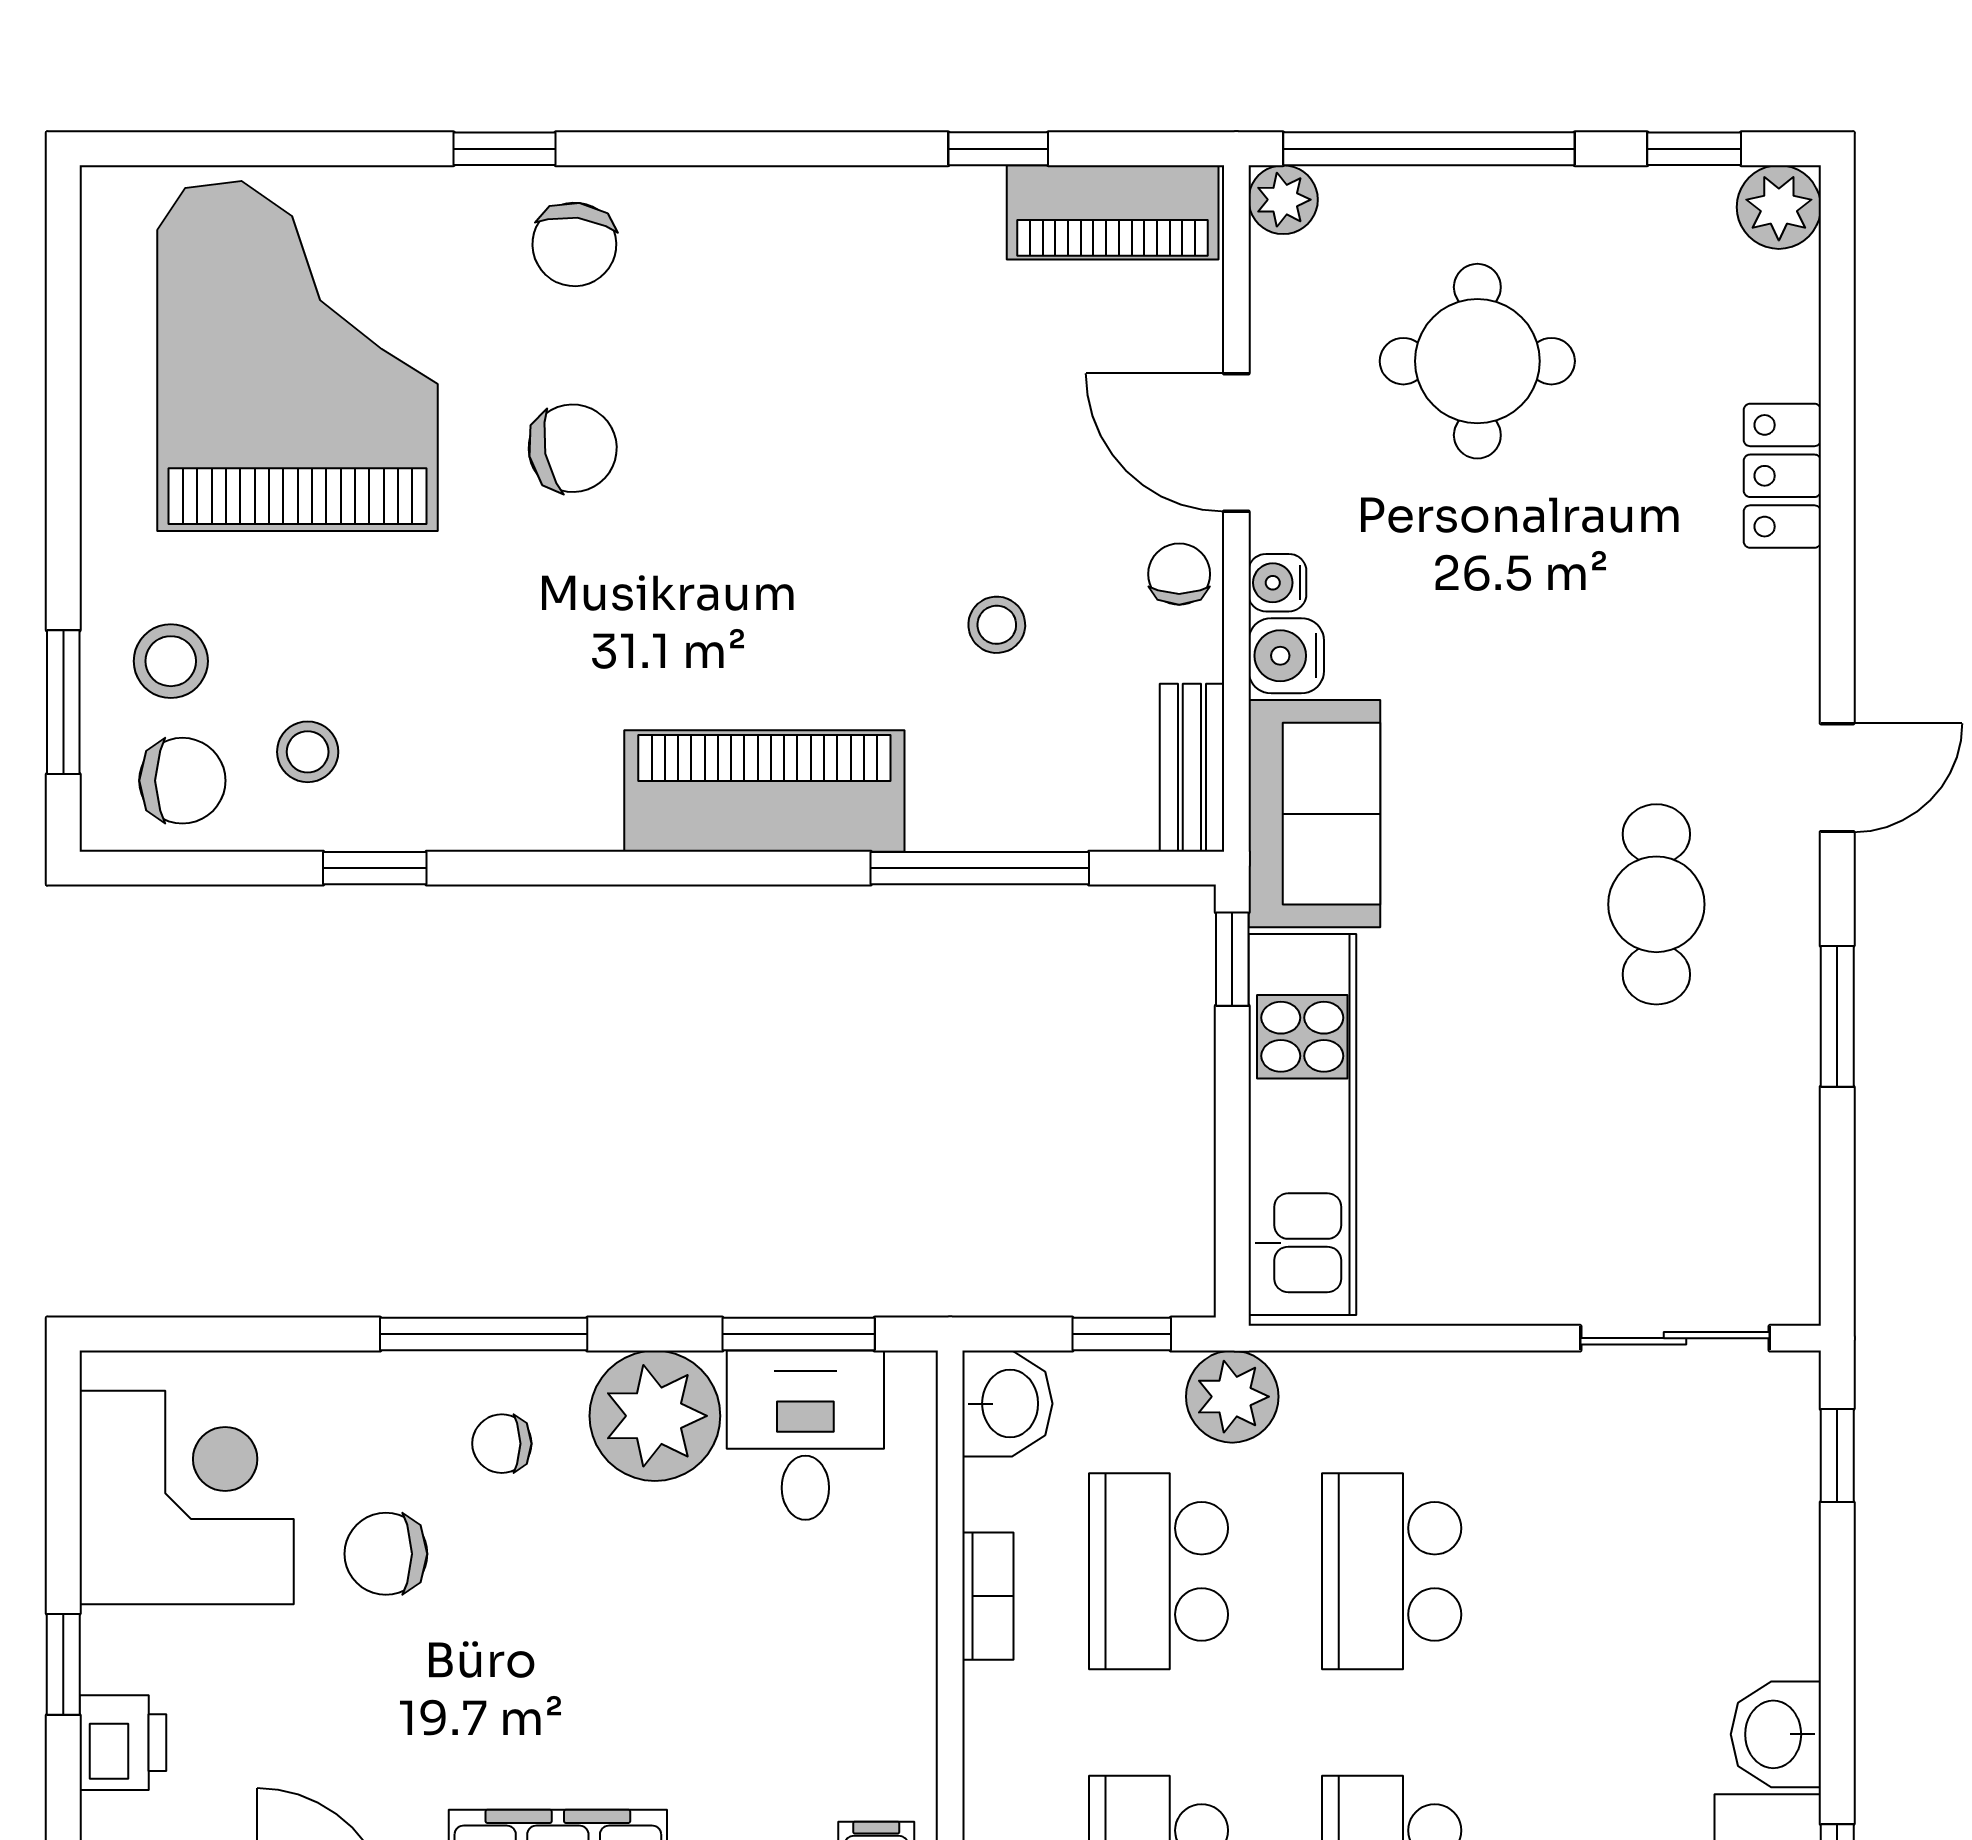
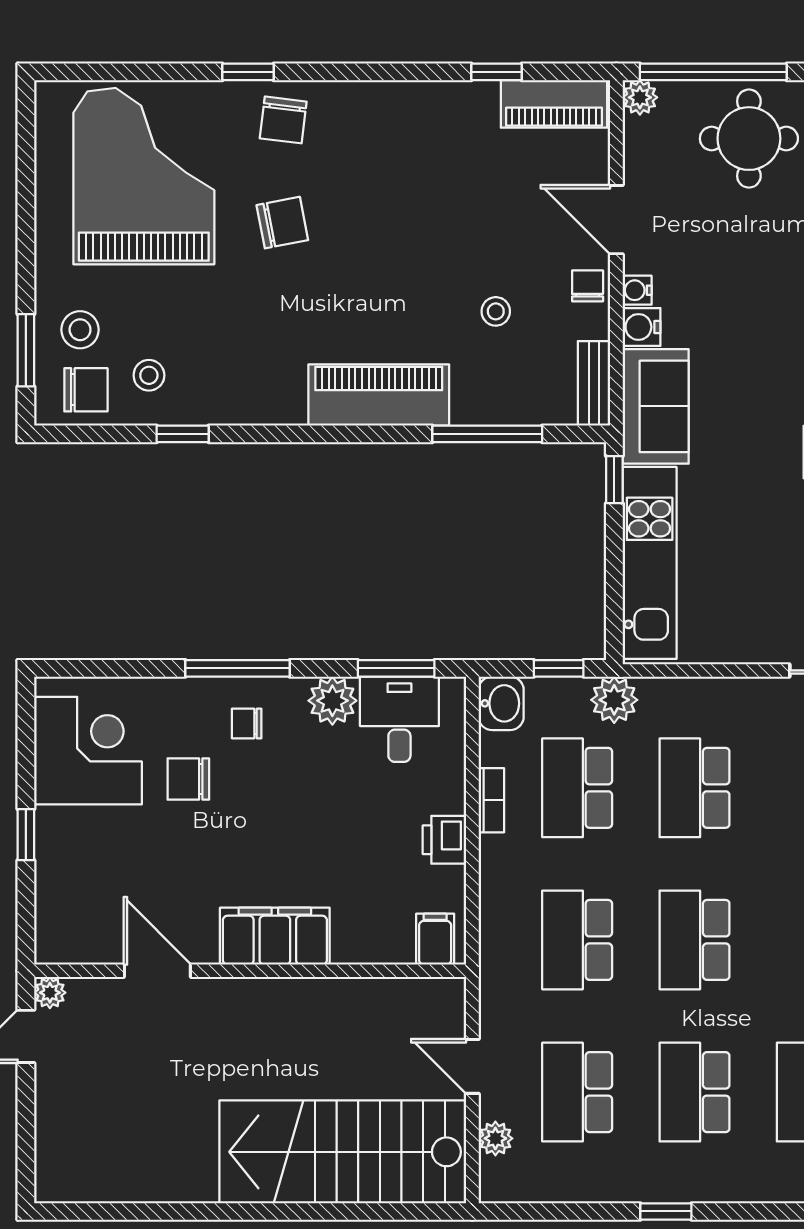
round table: (1477, 361) -> (749, 139), moved
plant: (655, 1416) -> (332, 701), width x0.73, depth x0.73
printer: (123, 1743) -> (444, 840), moved, turned 180

